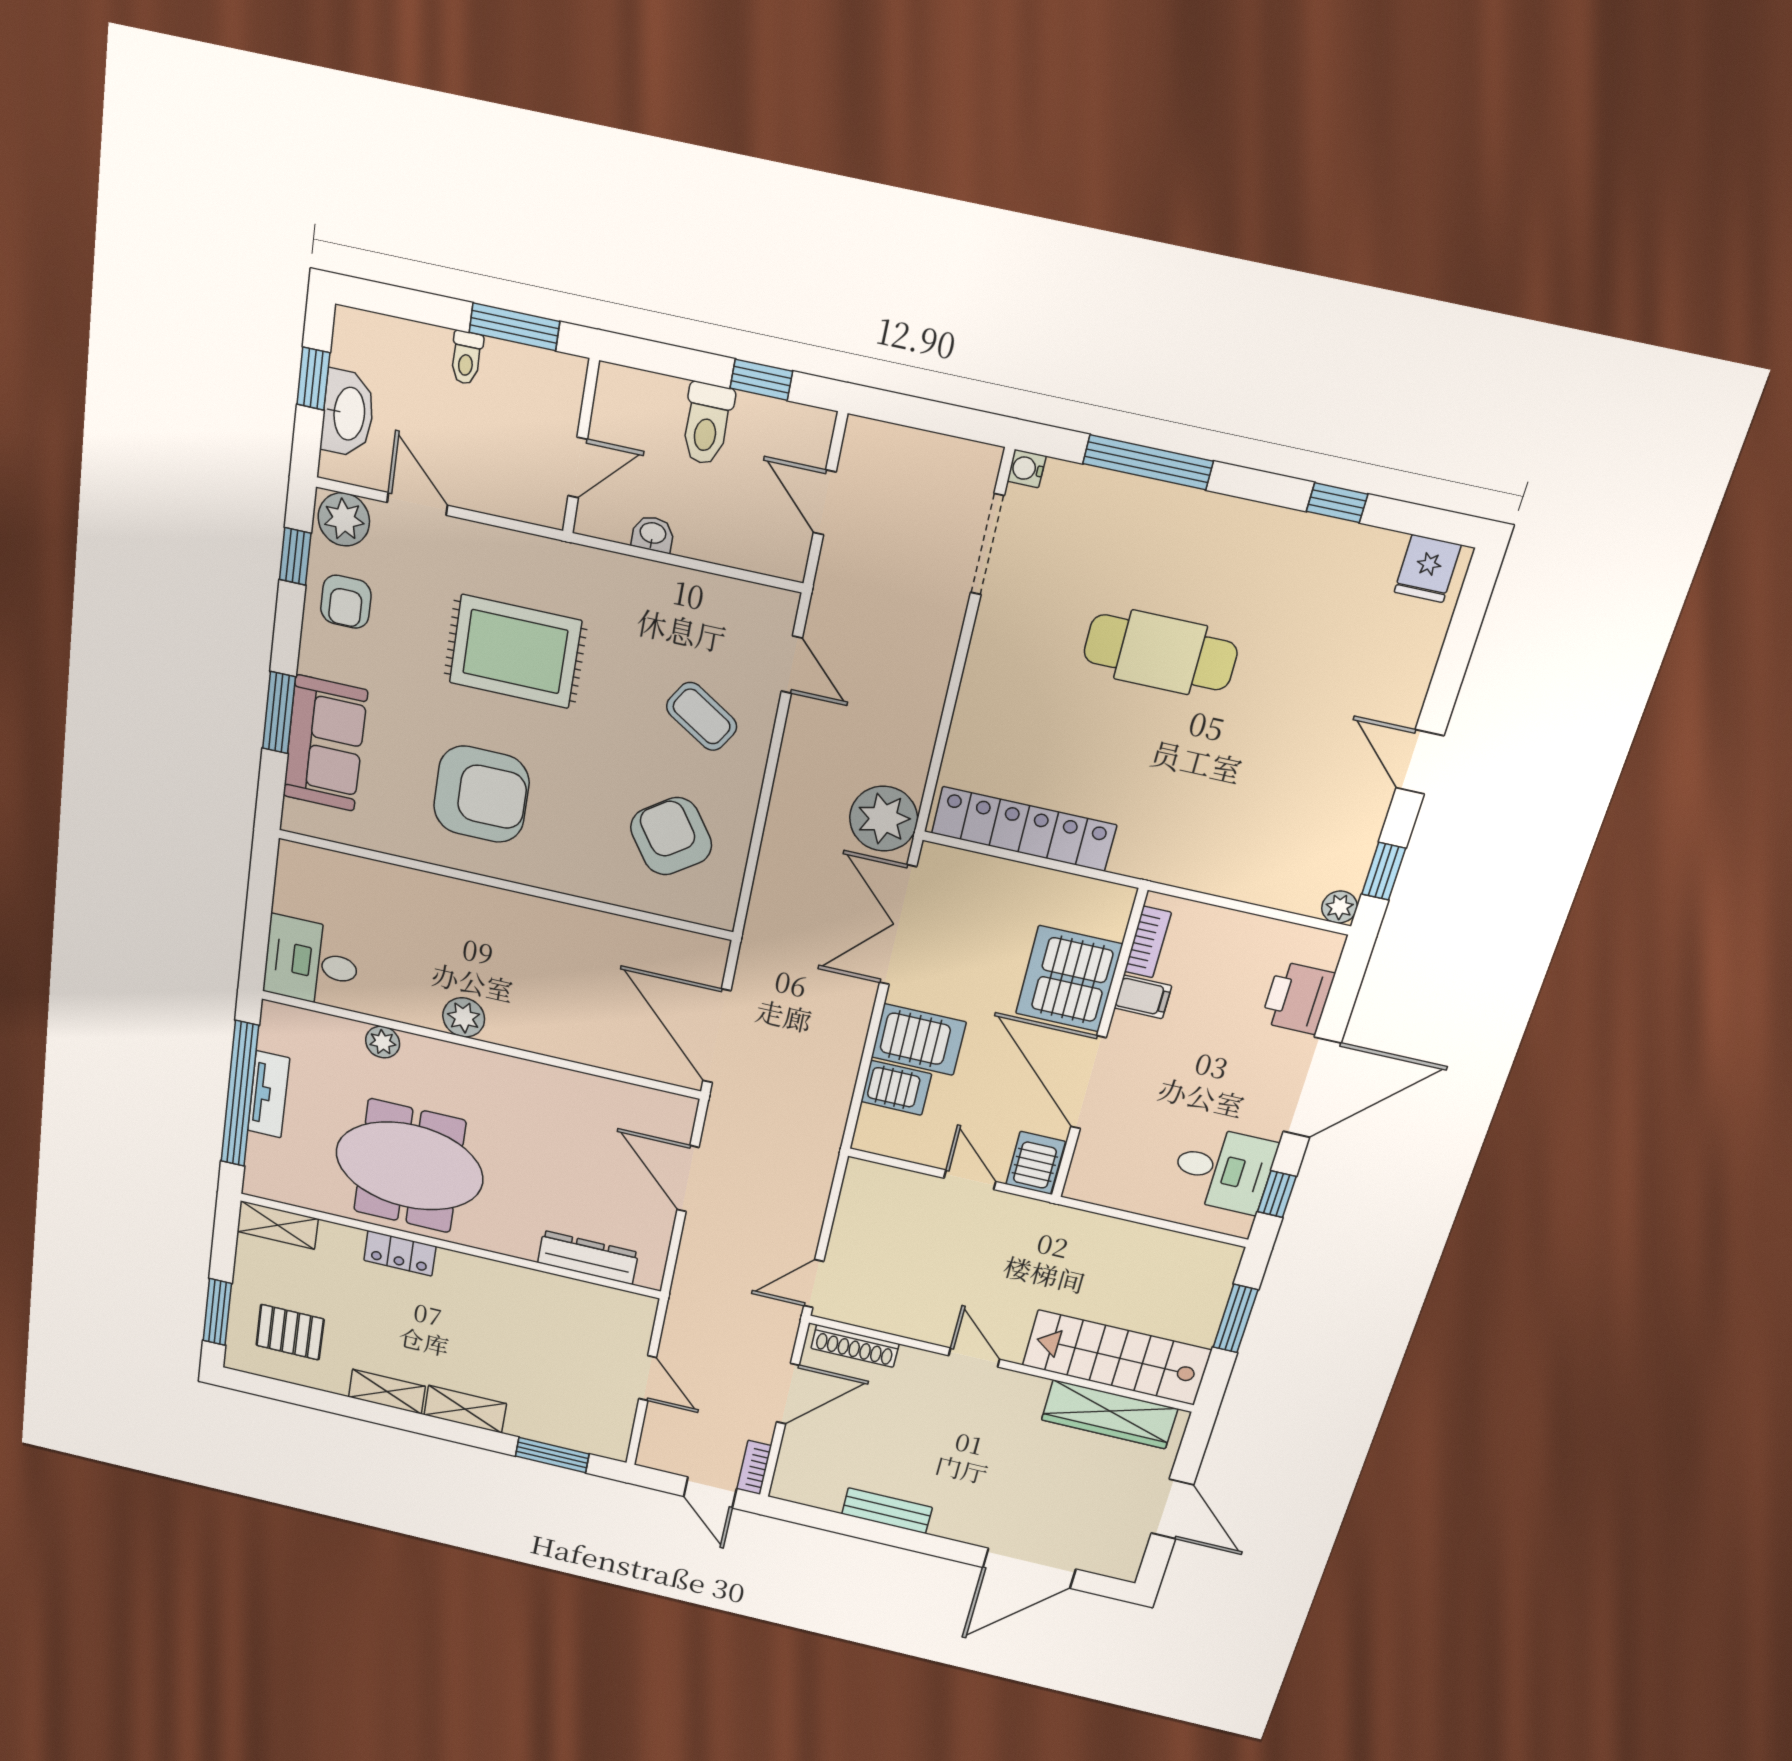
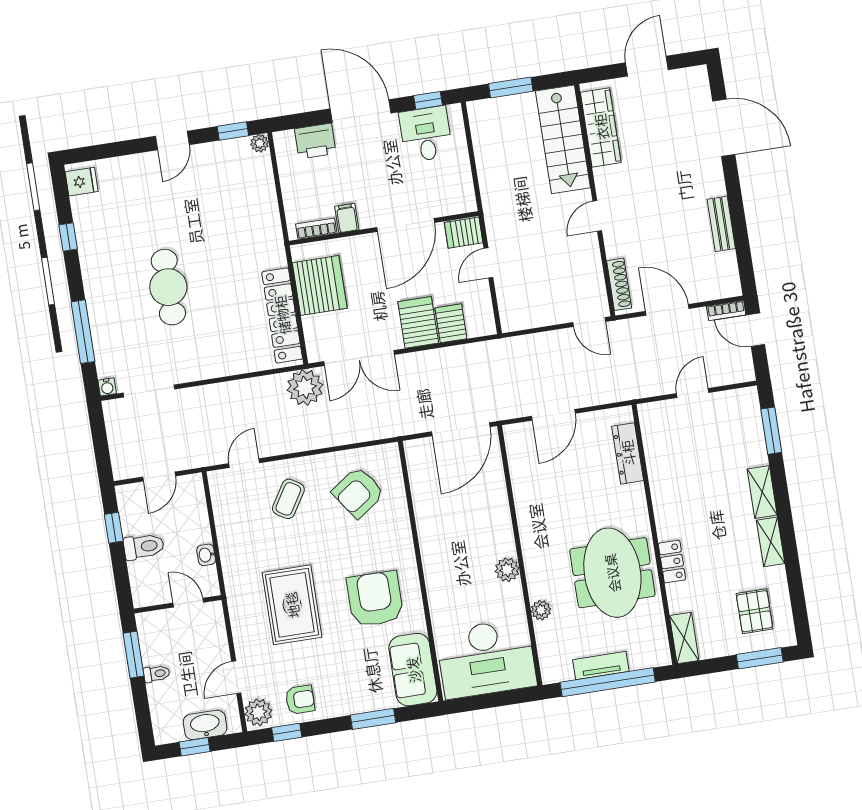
sofa: (325, 743) -> (413, 670), moved, turned -90
desk: (311, 962) -> (486, 659), width x1.87, depth x1.30
server rack: (1069, 979) -> (320, 285), moved, turned -90
door: (710, 1492) -> (755, 330), swing flipped

